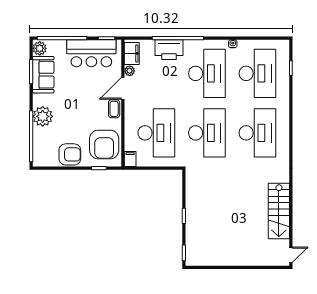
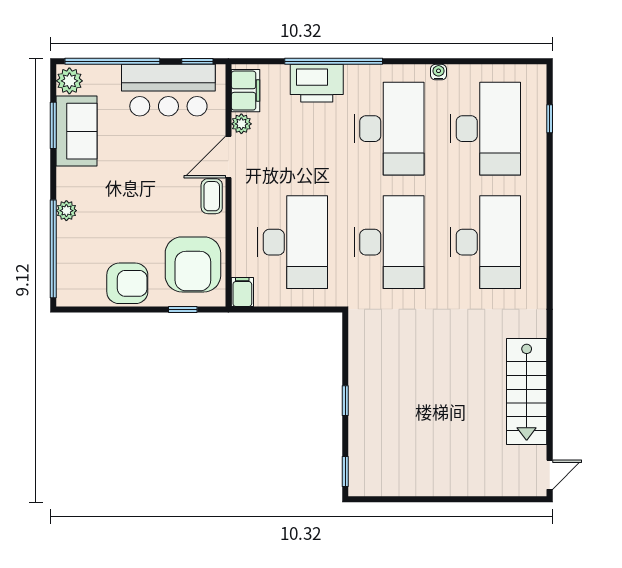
plant: (43, 116) -> (66, 211), width x0.53, depth x0.53

